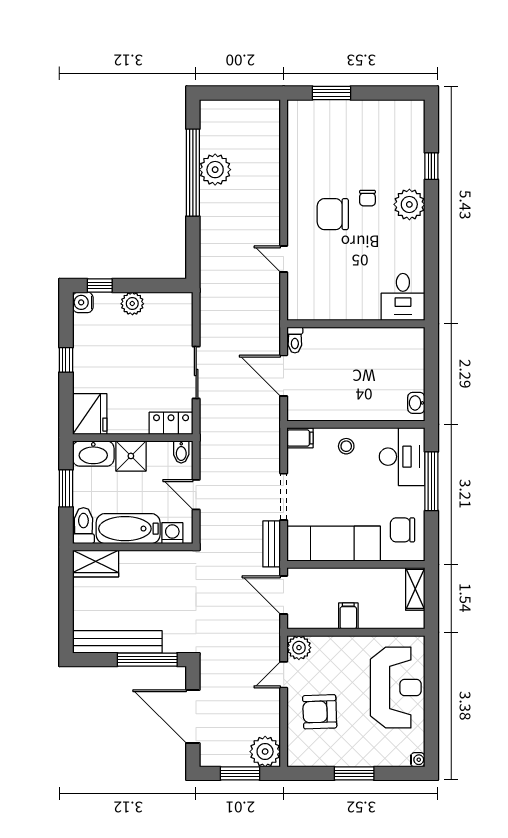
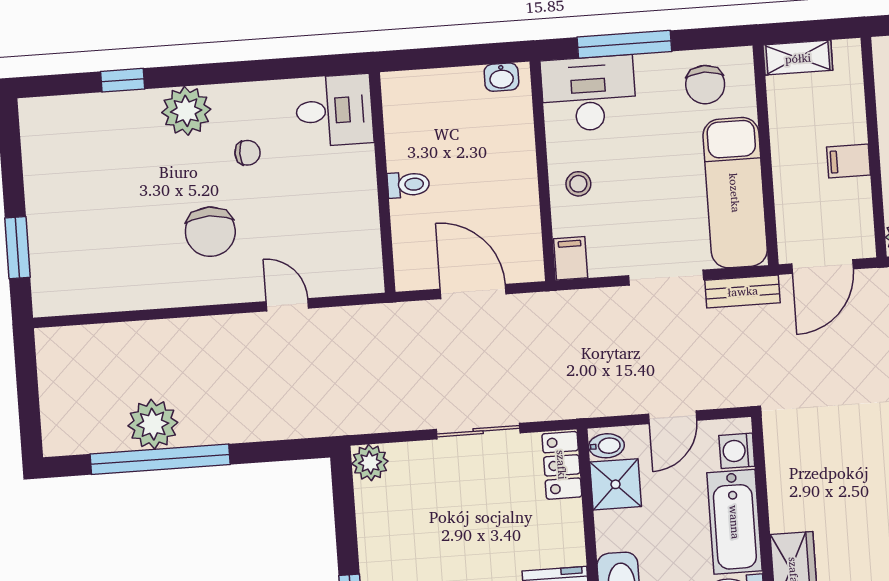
chair: (367, 198) -> (247, 153), moved
door: (284, 259) -> (287, 305), swing flipped
plant: (132, 304) -> (370, 463), moved
toilet: (295, 340) -> (408, 185), moved
door: (284, 376) -> (473, 291), swing flipped
shower: (131, 456) -> (616, 484), moved

